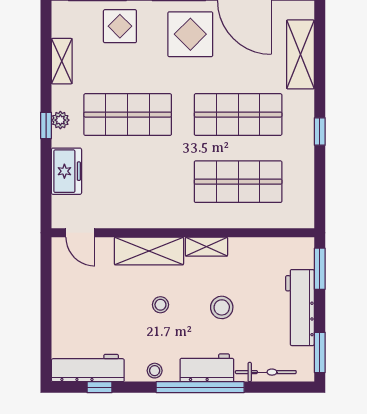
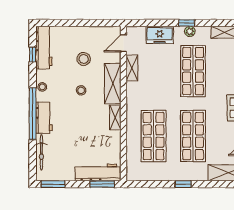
shelving: (123, 218) -> (132, 68), added
stool: (222, 307) -> (84, 59), moved
workbench: (300, 308) -> (98, 172), moved

